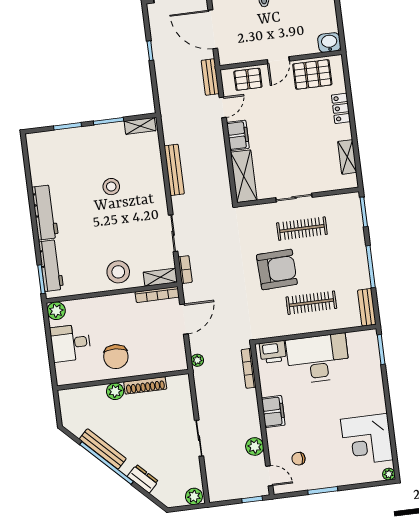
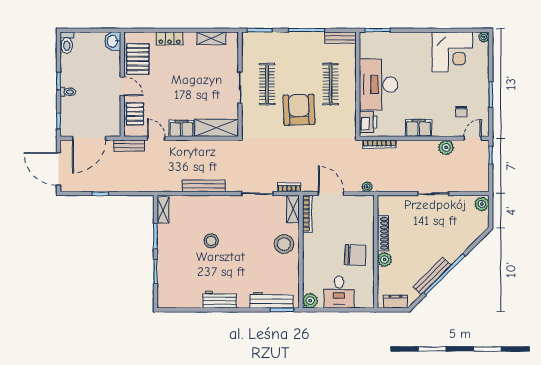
workbench: (45, 212) -> (220, 300), width x0.73
dresser: (143, 479) -> (395, 302), moved, turned 45

